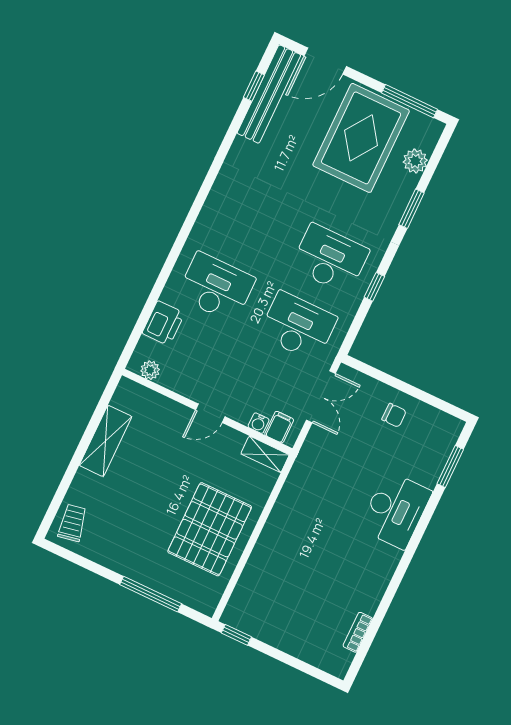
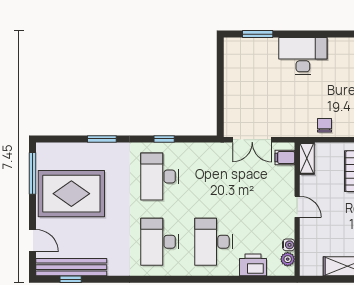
door: (325, 61) -> (32, 241), width x0.73
plant: (415, 161) -> (70, 151), removed
desk: (298, 326) -> (160, 242), moved
double door: (321, 397) -> (252, 140), swing flipped
chair: (394, 415) -> (325, 125), moved
water cooler: (259, 423) -> (289, 245), moved

